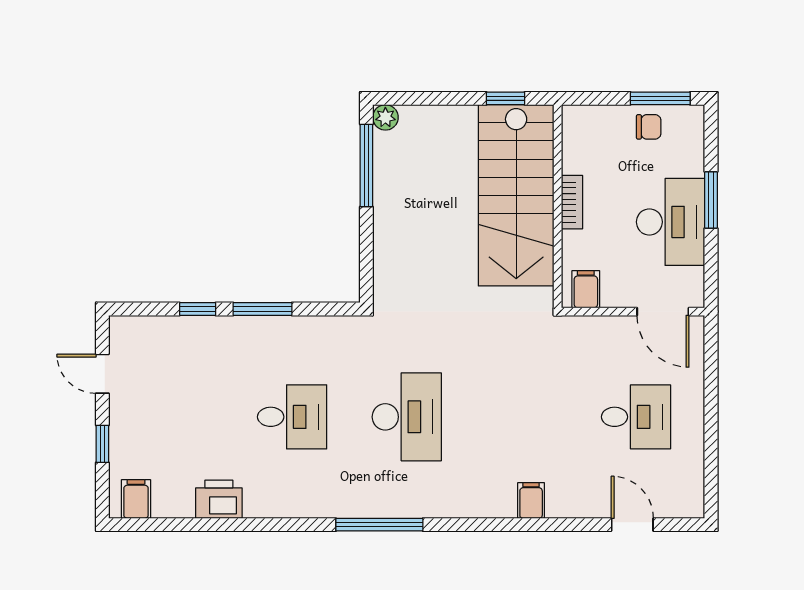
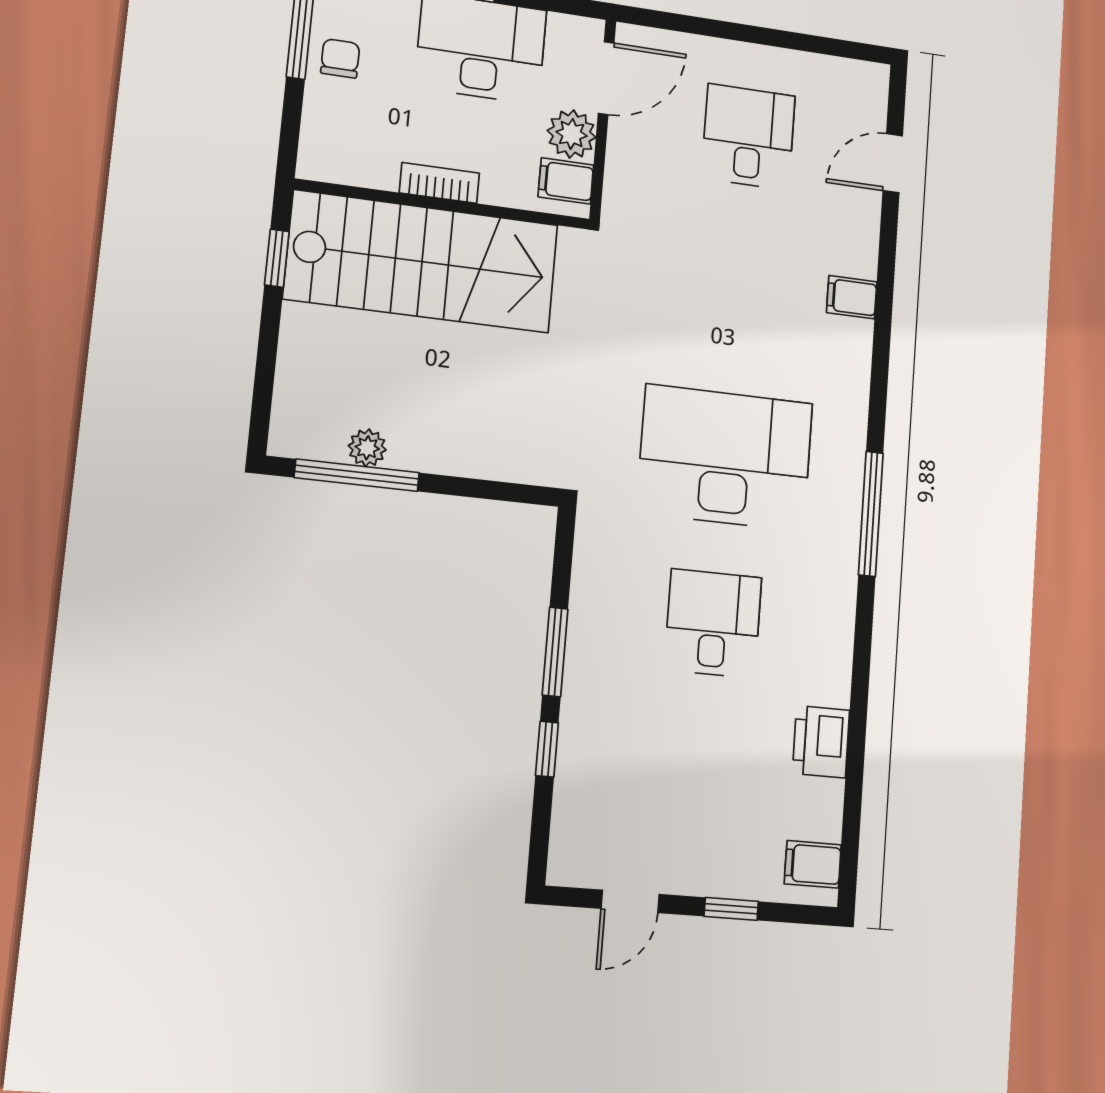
plant: (385, 117) -> (367, 448), moved
plant: (620, 290) -> (572, 134), added
desk: (407, 417) -> (725, 458), width x1.36, depth x1.30

